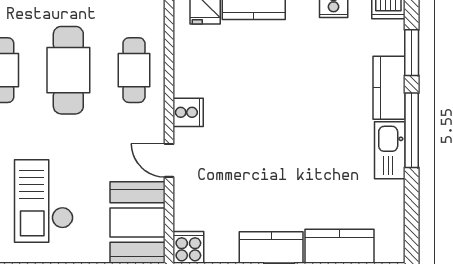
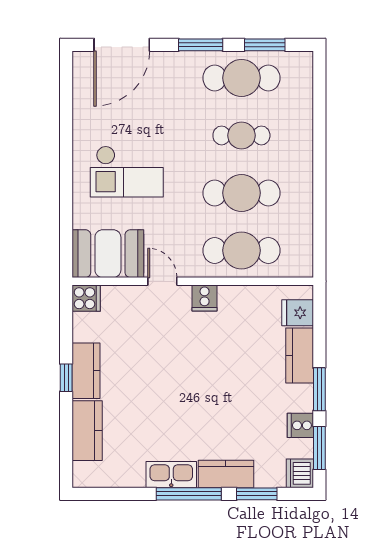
cafe table: (134, 70) -> (241, 250), width x1.37, depth x1.35
door: (169, 160) -> (162, 281), hinge flipped
checkout: (44, 201) -> (127, 171), turned 180

